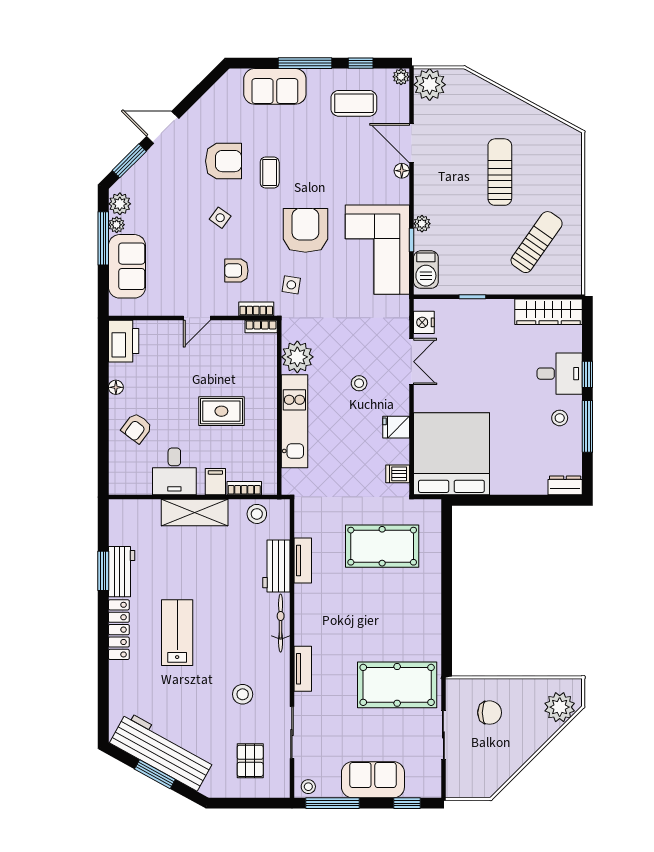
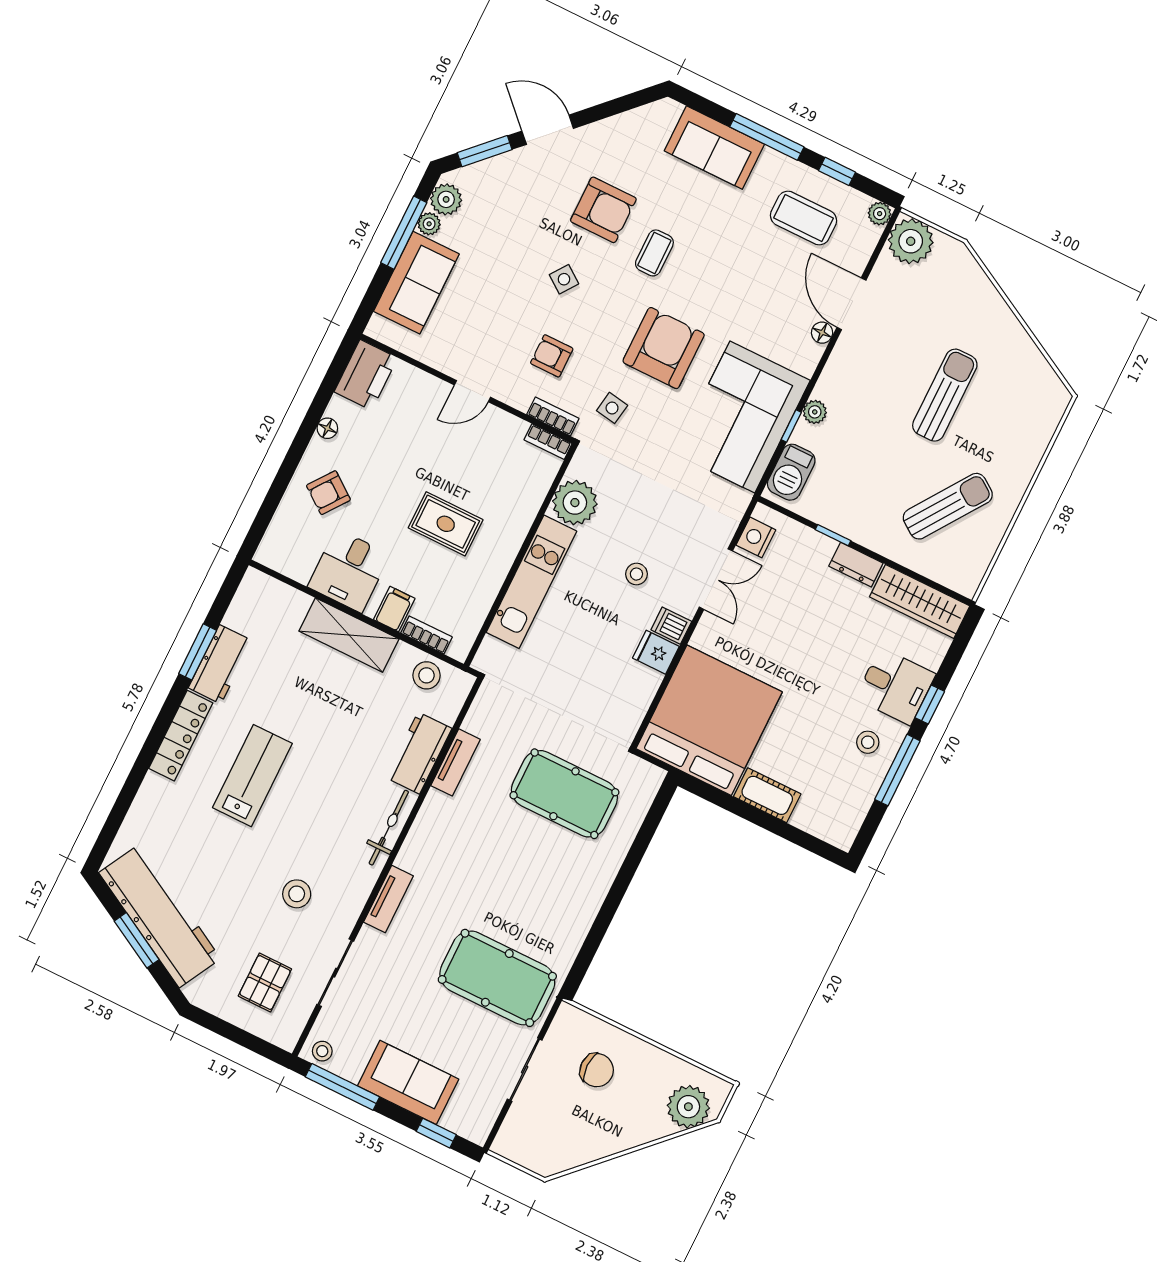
dishwasher: (398, 474) -> (671, 626), moved
cot: (512, 483) -> (767, 795), added
dresser: (565, 485) -> (856, 565), moved, turned 180

